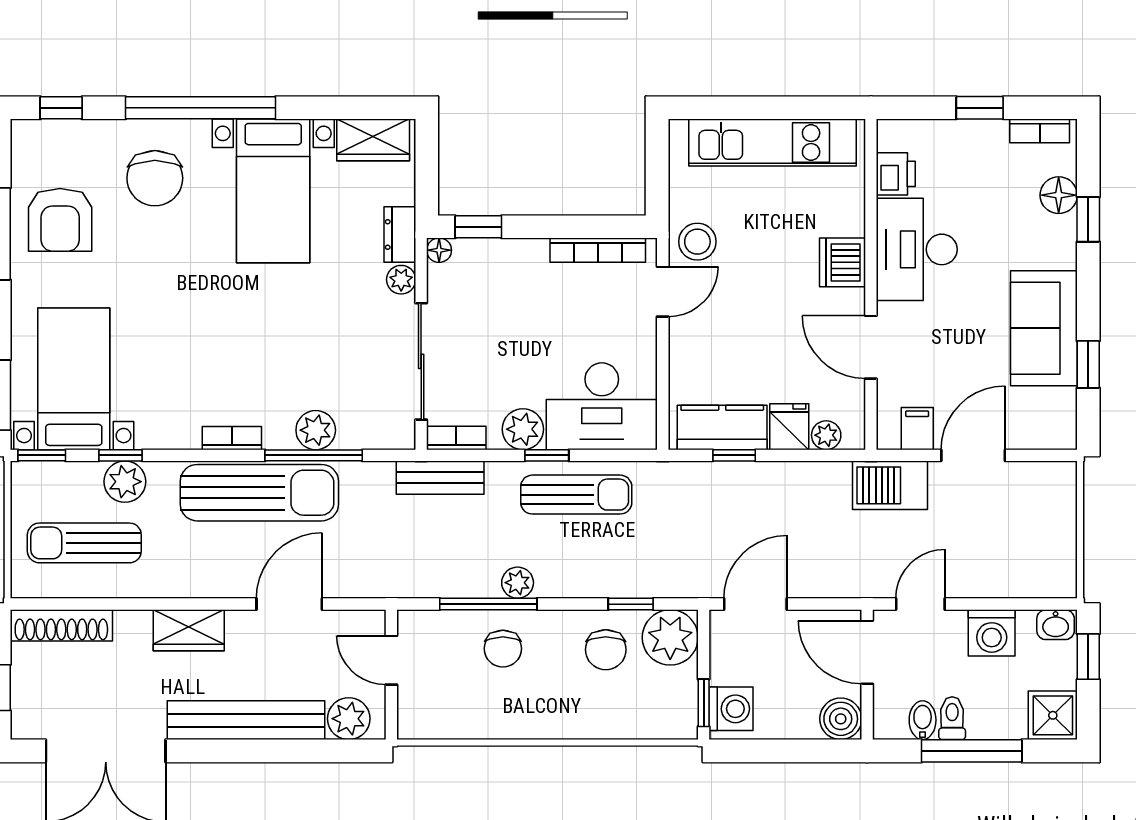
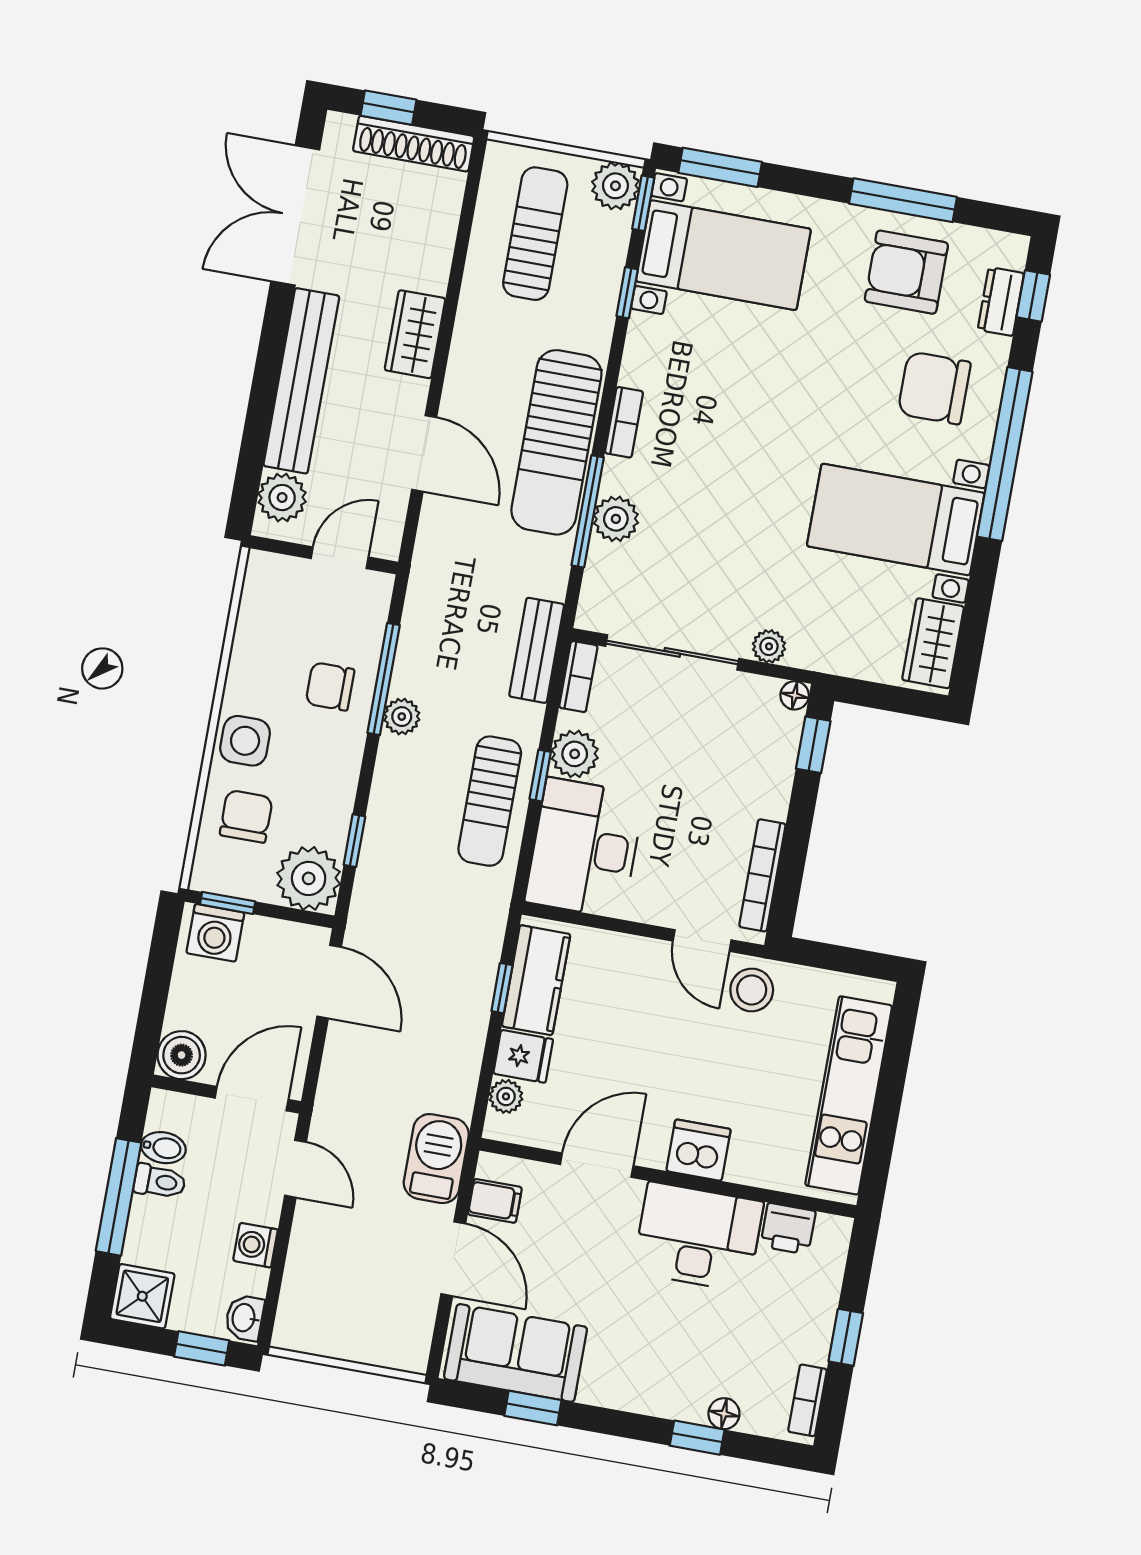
floor lamp: (1059, 195) -> (724, 1414), width x0.73, depth x0.73
dresser: (400, 235) -> (1001, 302), moved, turned -90
sofa: (1044, 328) -> (516, 1353), moved
plant: (125, 482) -> (615, 186), moved
shoe rack: (61, 625) -> (414, 144), moved, turned -90
washing machine: (992, 633) -> (255, 1245), width x0.73, depth x0.73
chair: (606, 650) -> (246, 816), moved, turned 90
side table: (562, 713) -> (245, 741), added

